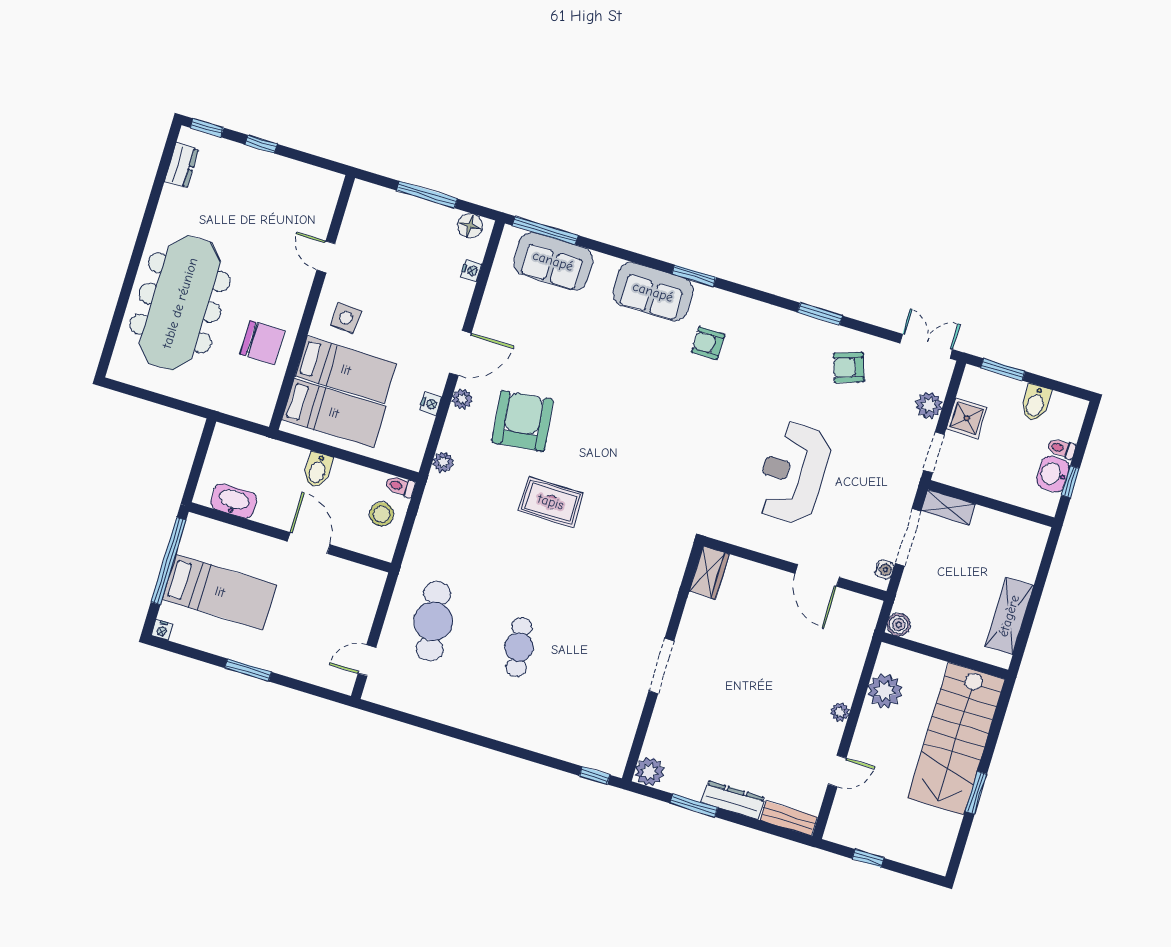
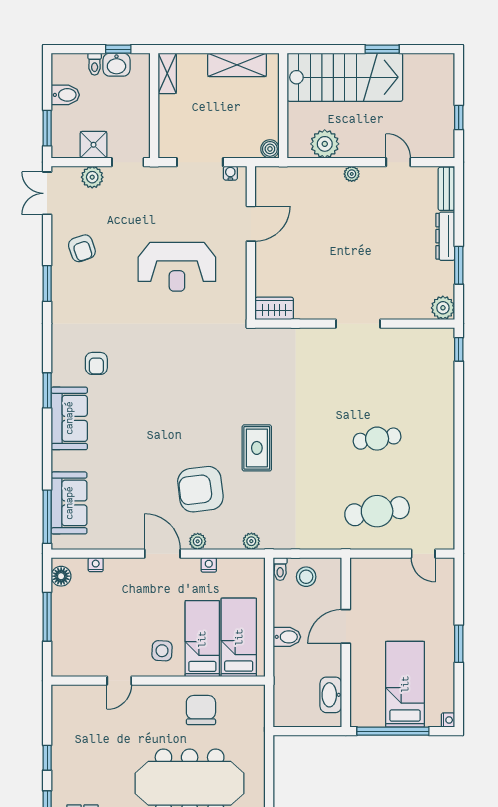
shelving: (948, 508) -> (167, 73), moved

